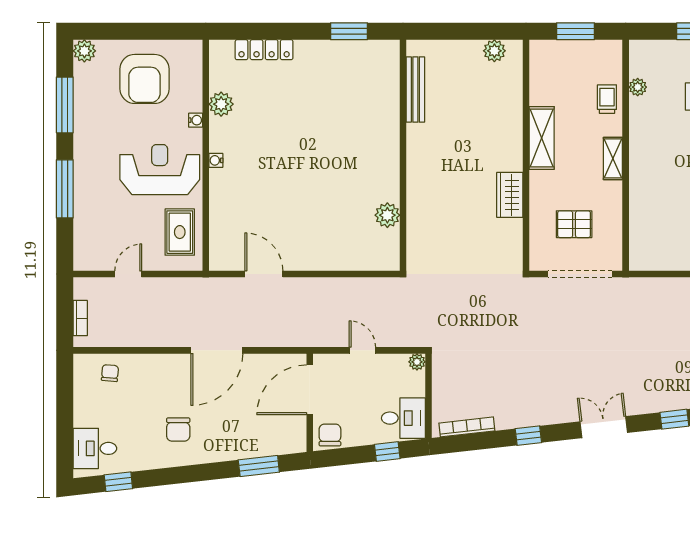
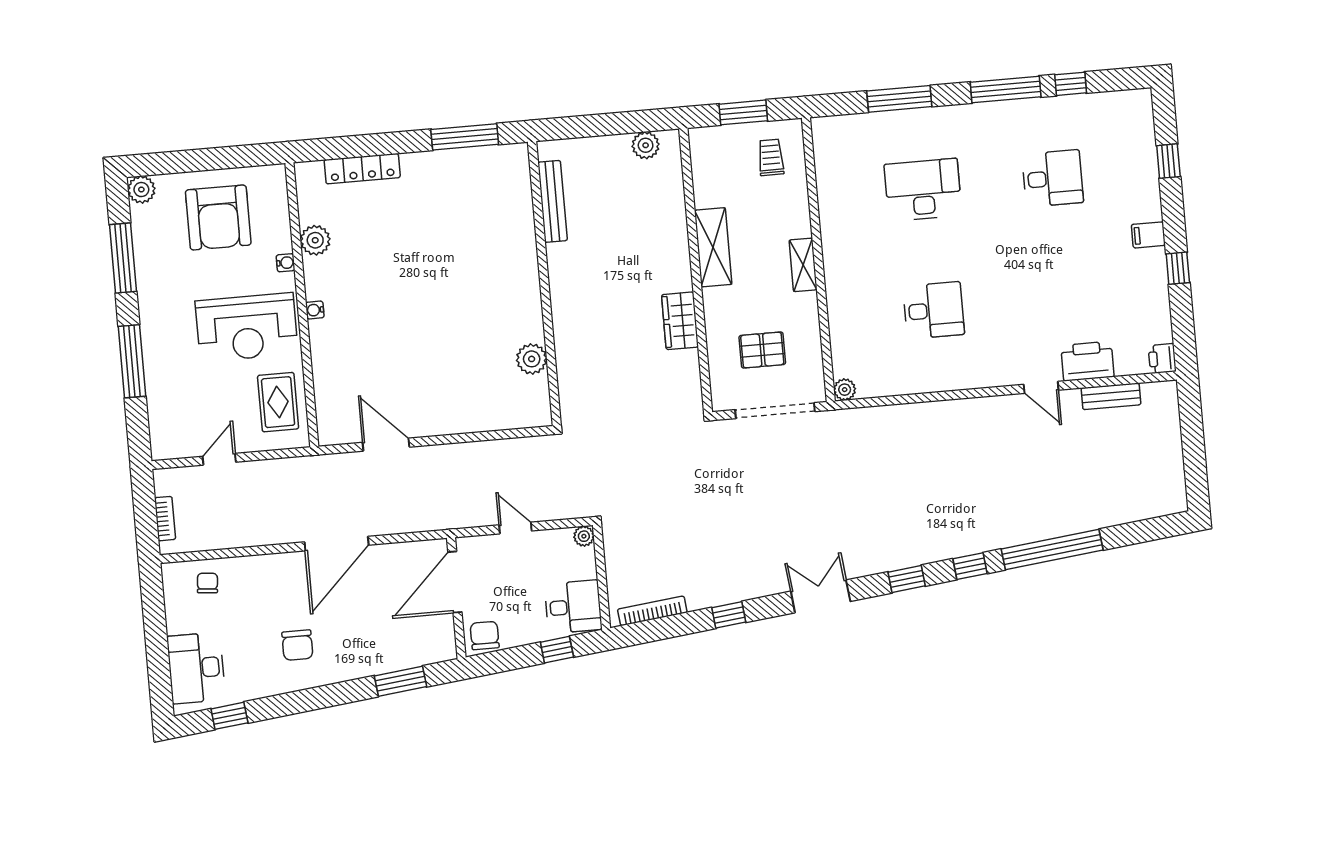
window: (349, 31) -> (465, 137), width x1.44
plant: (638, 87) -> (845, 390), moved
trolley: (607, 99) -> (771, 157), moved
reception desk: (160, 170) -> (247, 327), turned 180
desk: (95, 448) -> (196, 668), width x1.37

